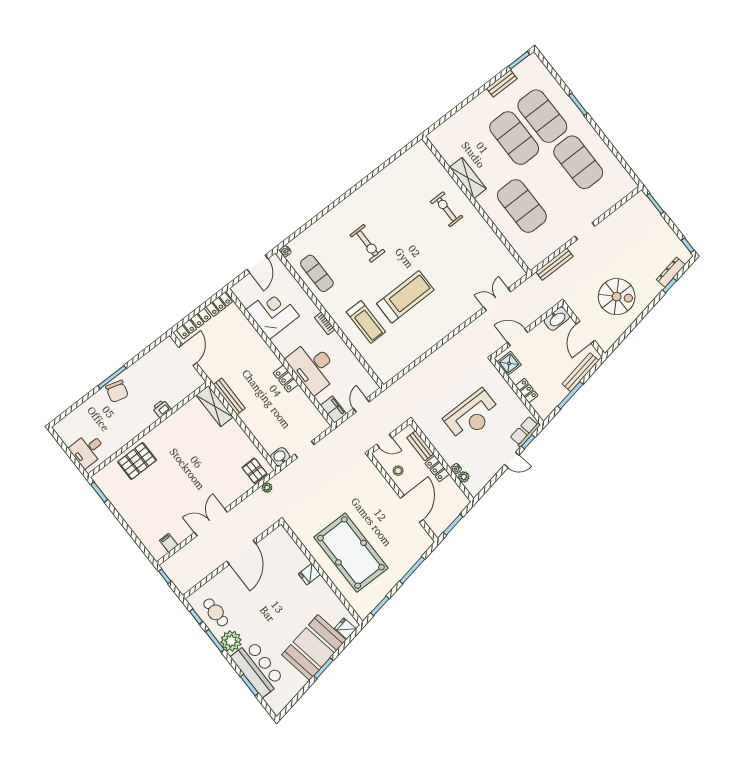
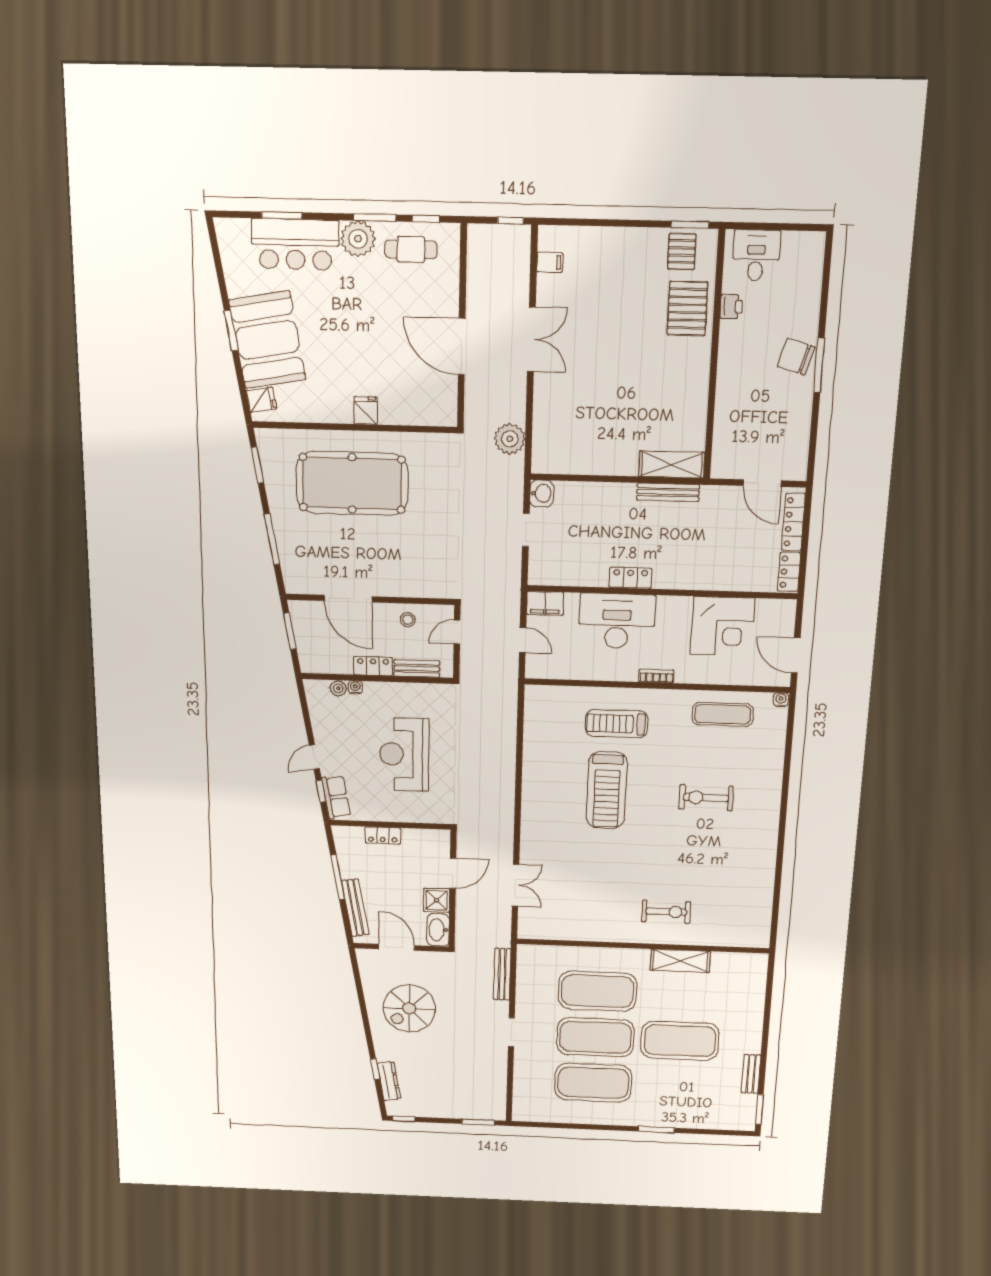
exercise mat: (542, 116) -> (595, 1037), moved
shower: (509, 363) -> (437, 900), moved
printer: (162, 409) -> (731, 307), moved
pallet: (254, 471) -> (682, 252), moved, turned 90
plant: (267, 488) -> (510, 439), width x1.88, depth x1.88

